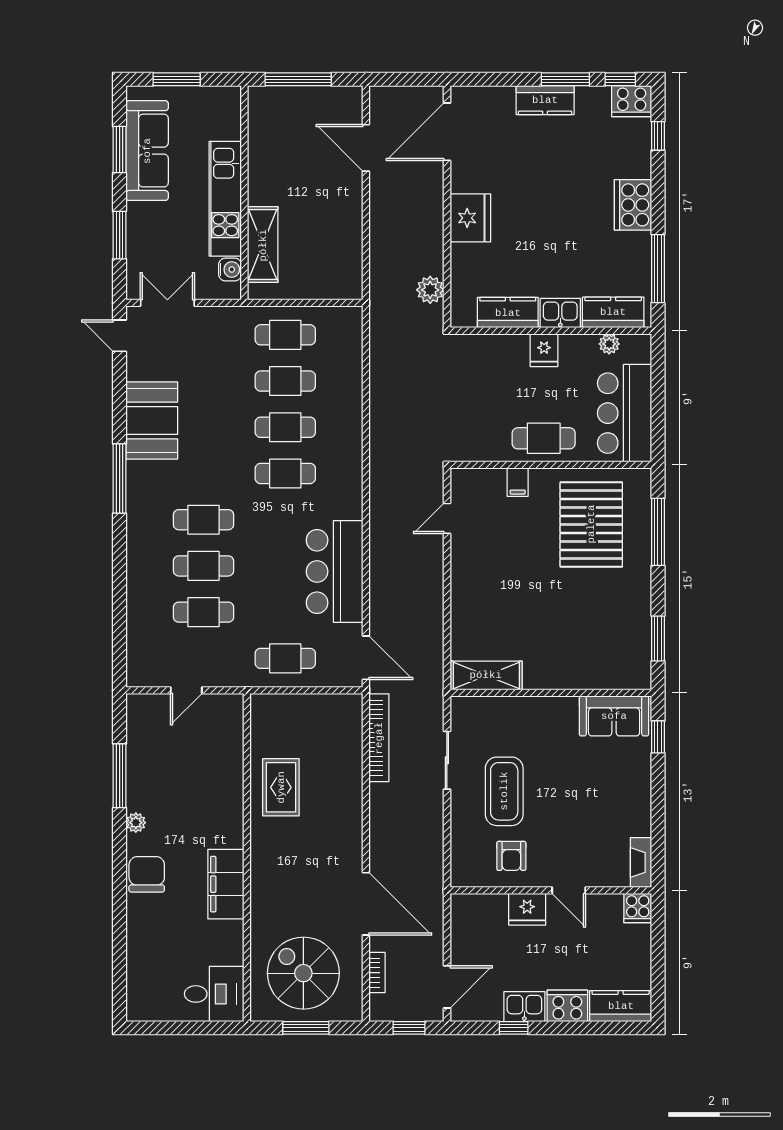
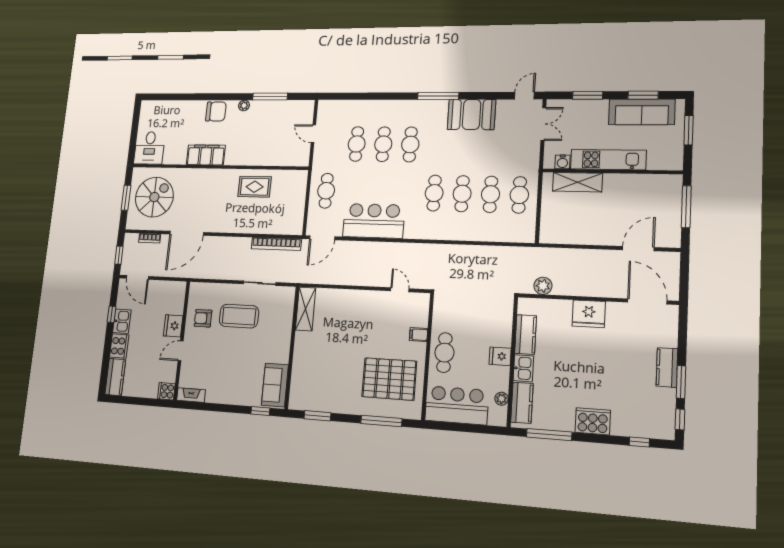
cooker: (632, 101) -> (664, 426), removed

